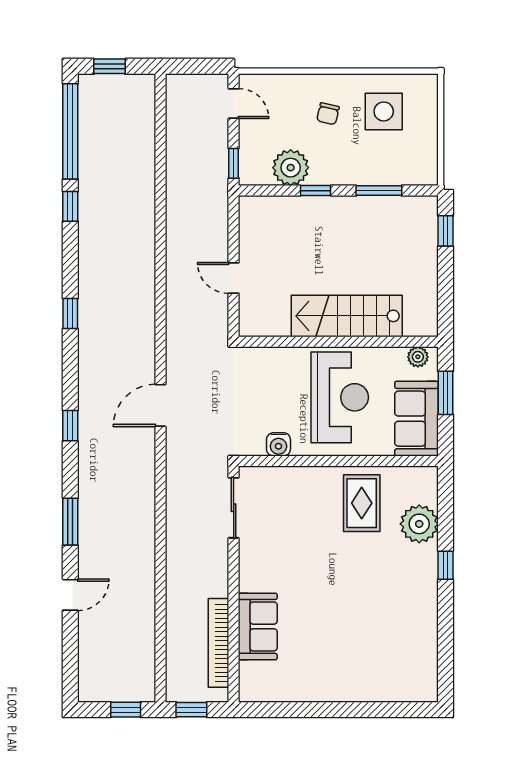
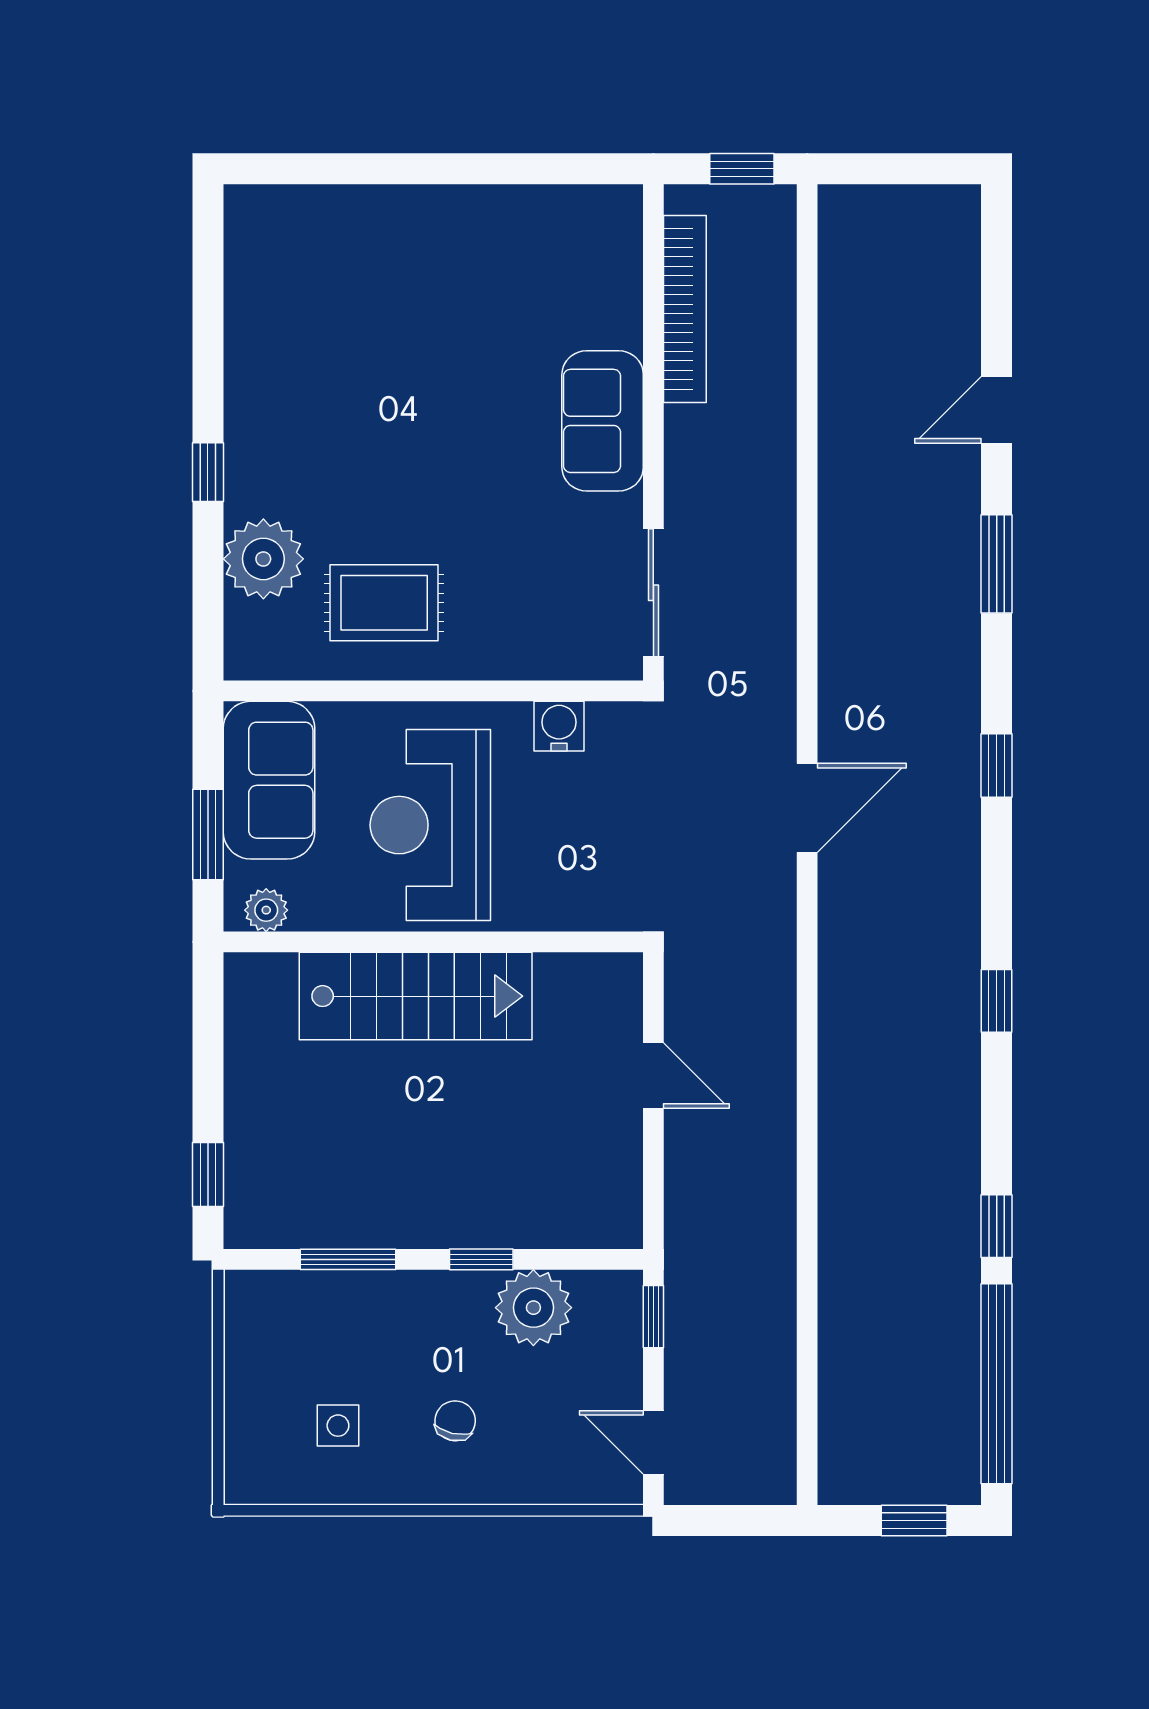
side table: (384, 111) -> (338, 1426), width x0.54, depth x0.54
rug: (362, 503) -> (384, 603), turned 90
sofa: (258, 626) -> (603, 421), moved
window: (126, 710) -> (880, 169), removed

